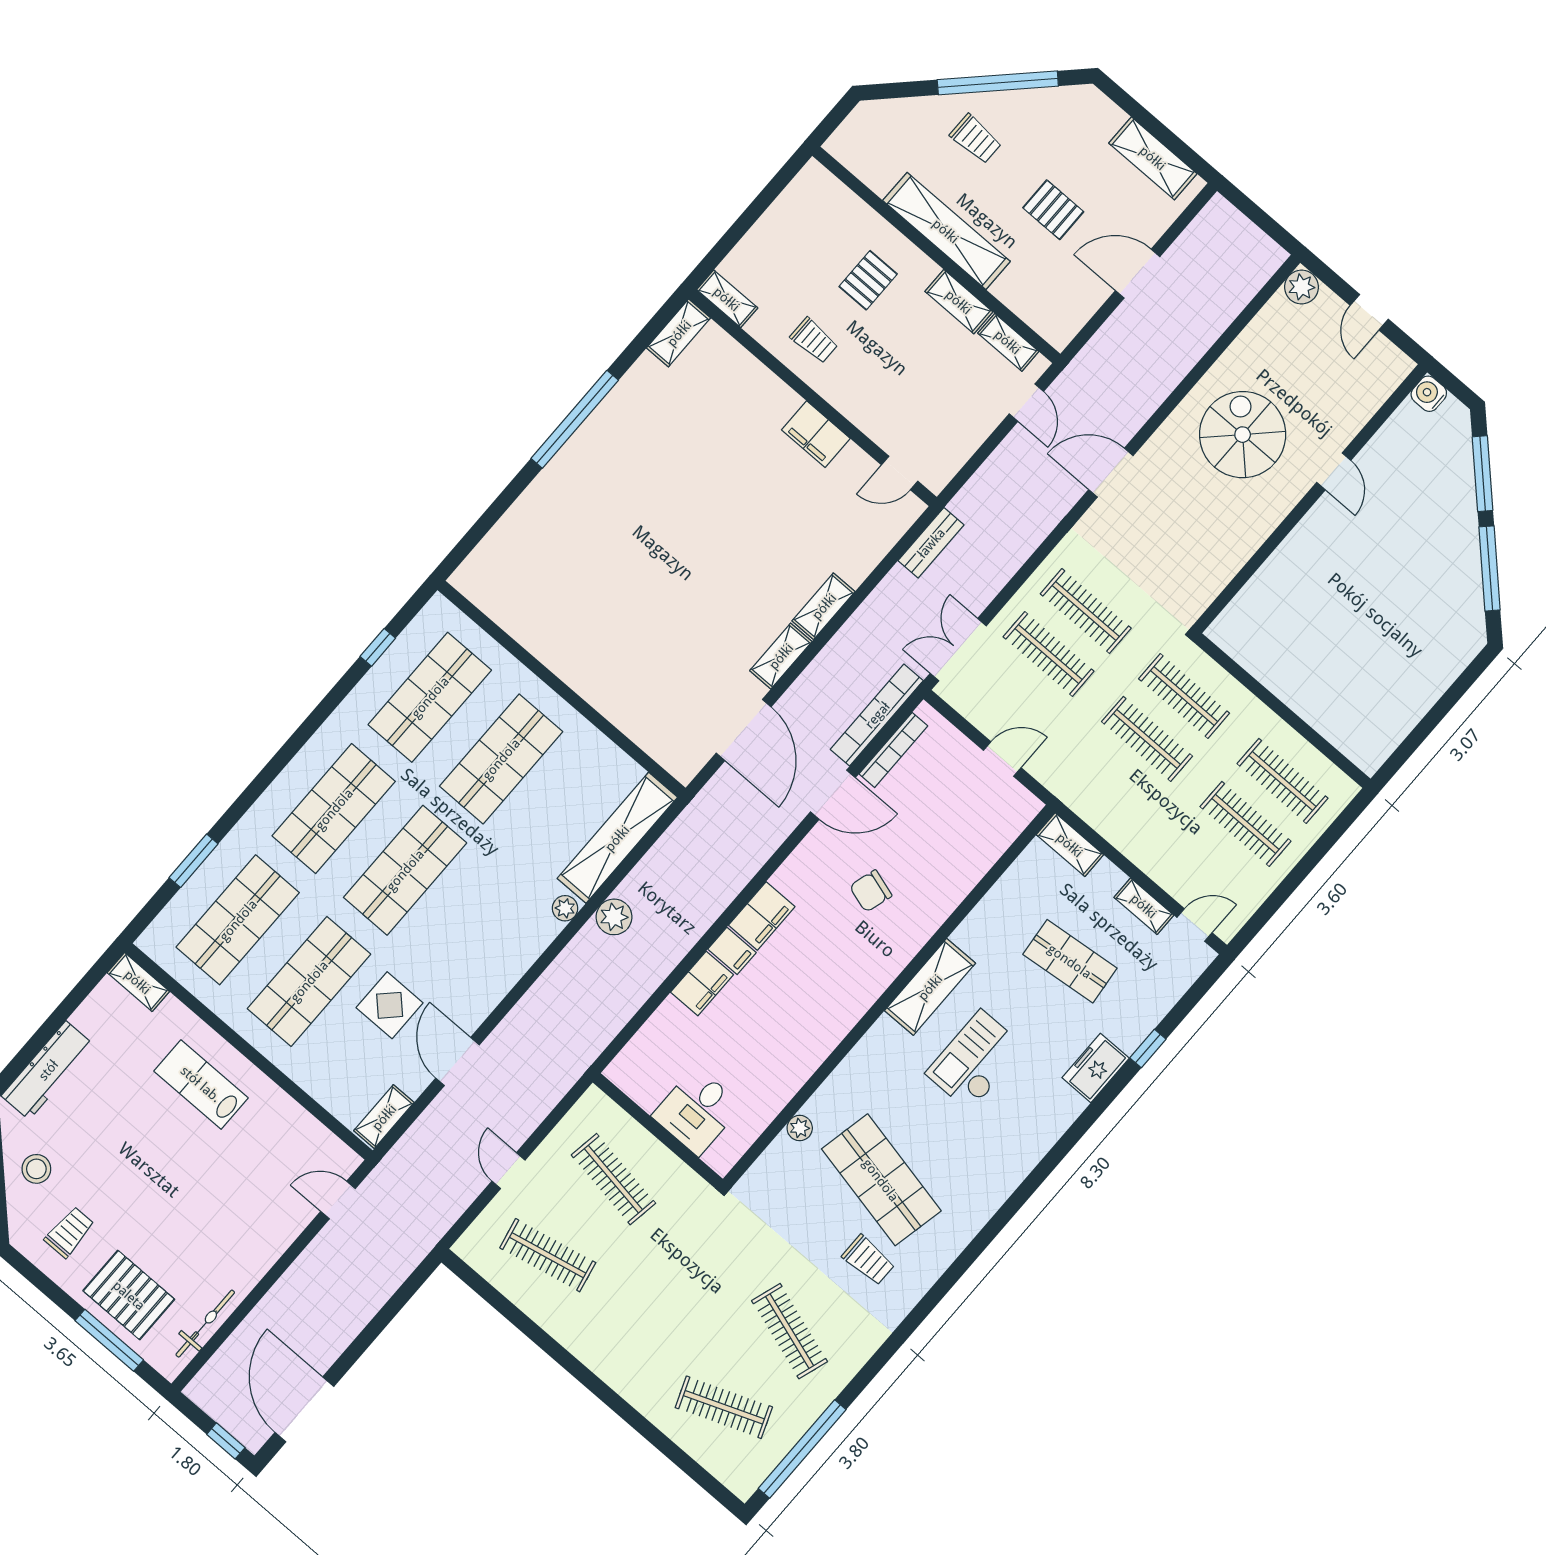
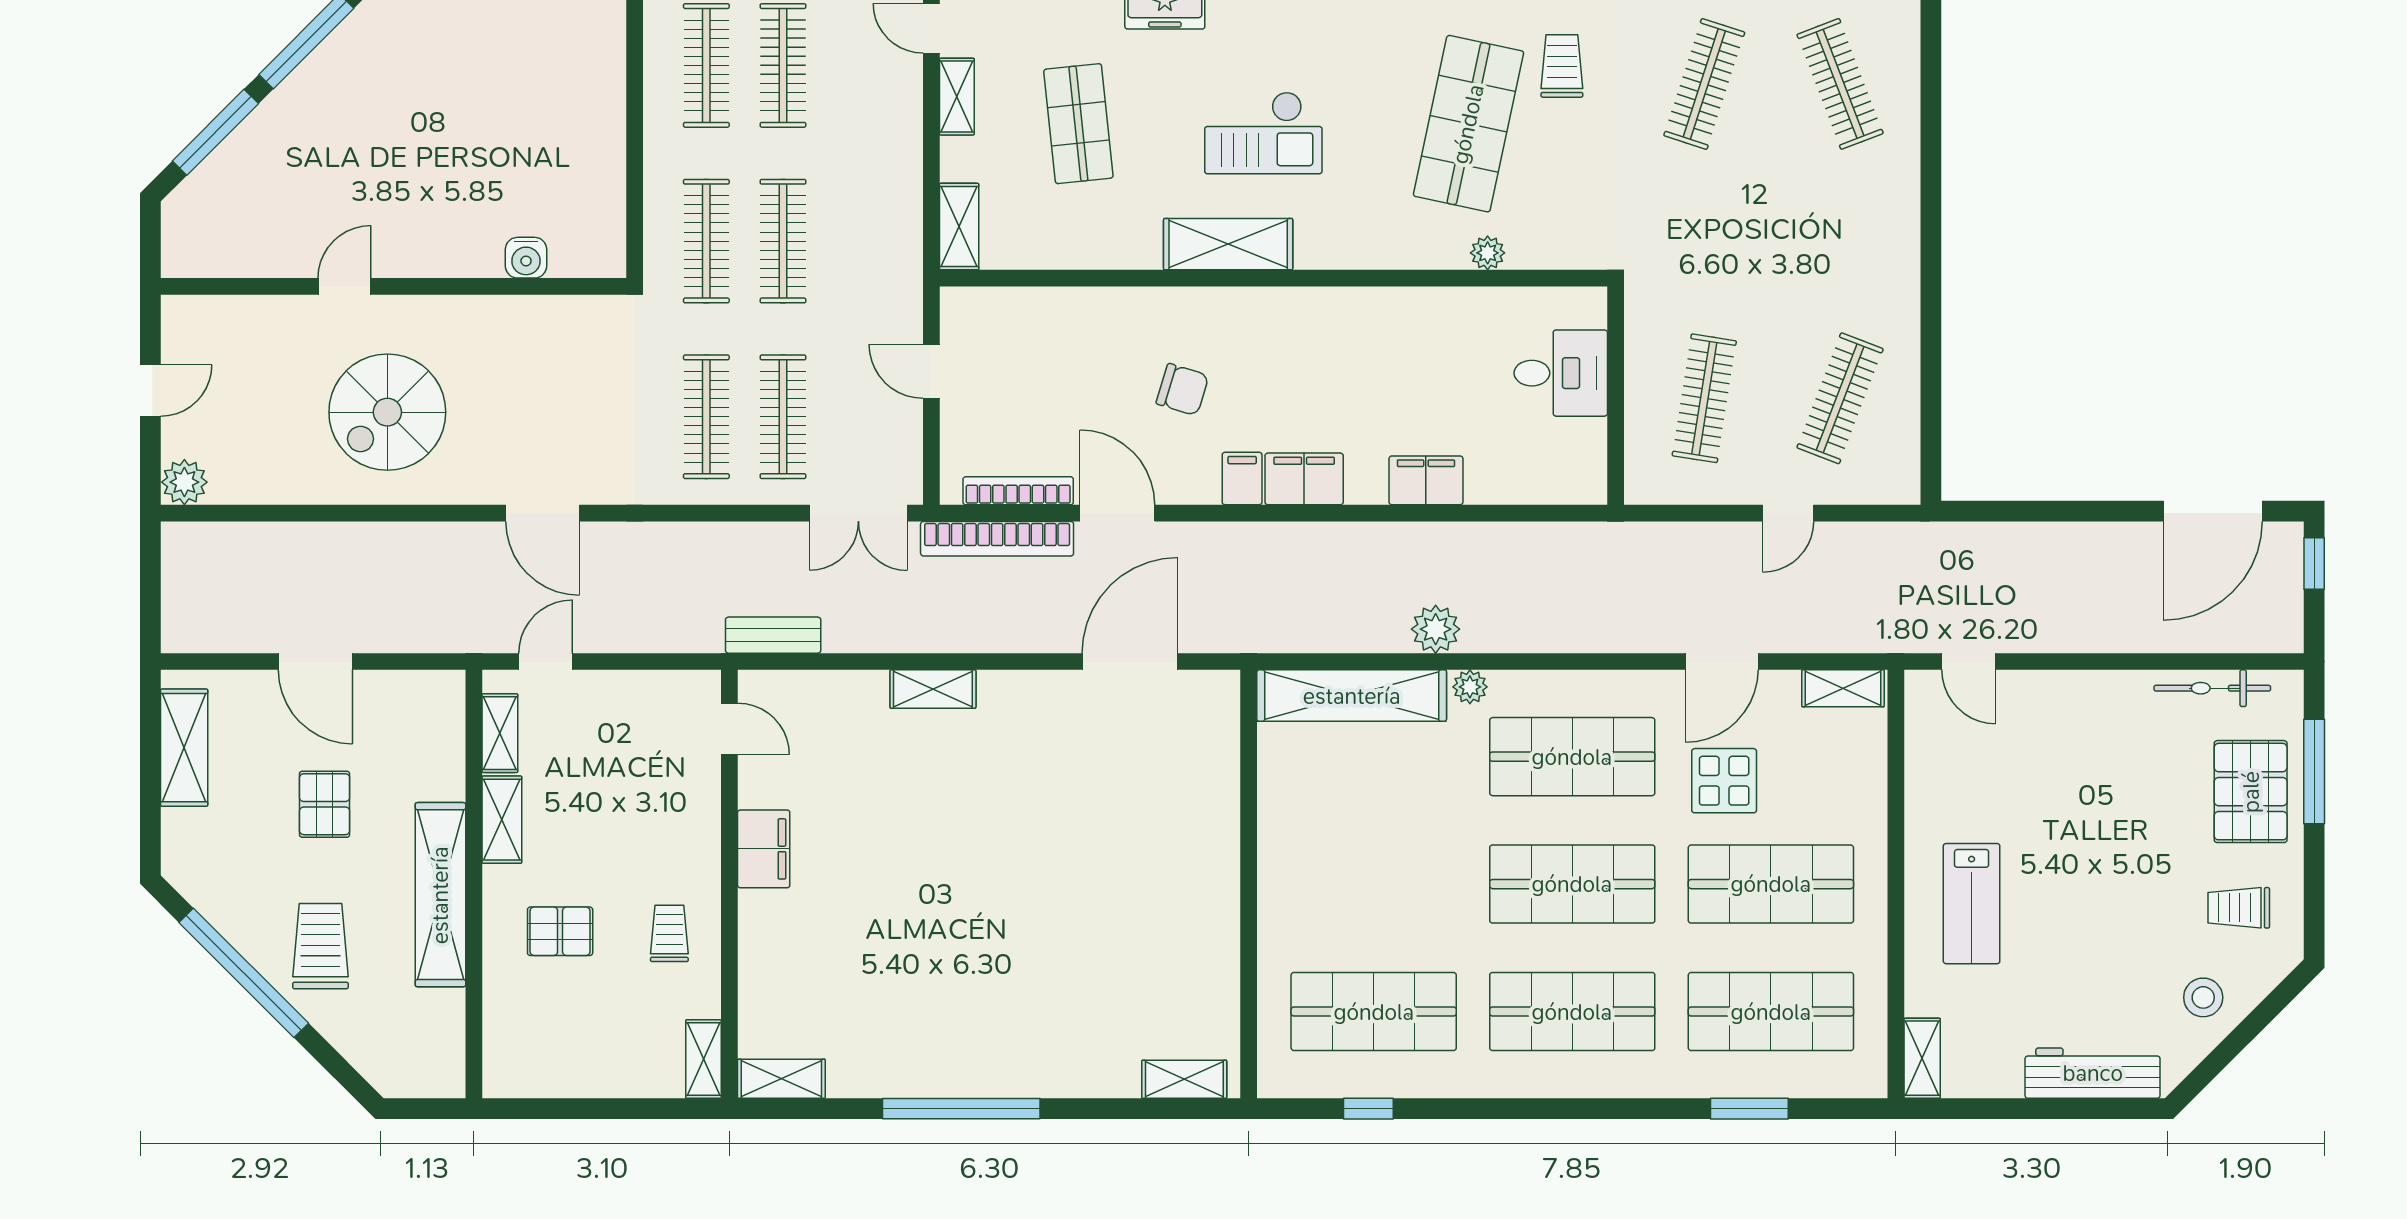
trolley: (976, 139) -> (320, 946), width x1.36, depth x1.39
water cooler: (1429, 394) -> (526, 258), moved
shelving: (781, 656) -> (1184, 1079), moved
shop shelf: (501, 759) -> (1572, 757), moved
filing cabinet: (732, 951) -> (1242, 479), moved
clothes rail: (548, 1255) -> (1840, 398), turned 33

